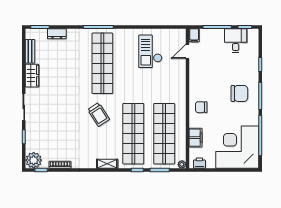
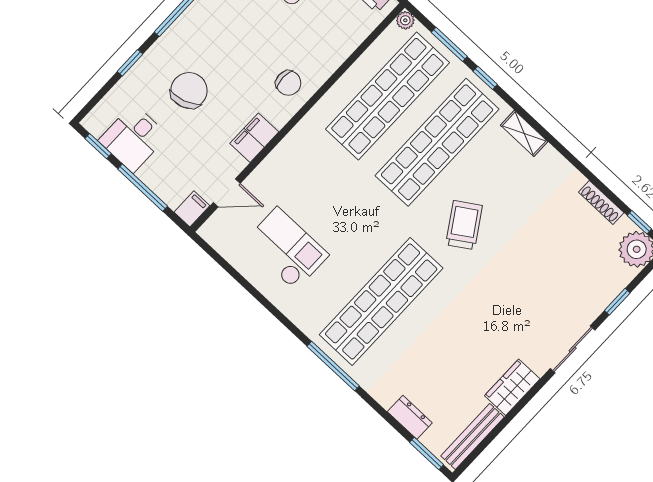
bench: (30, 51) -> (472, 436), width x1.36
checkout: (150, 51) -> (286, 249), turned -90
chair: (239, 93) -> (189, 90), moved, turned 72
filing cabinet: (196, 138) -> (254, 138), moved

